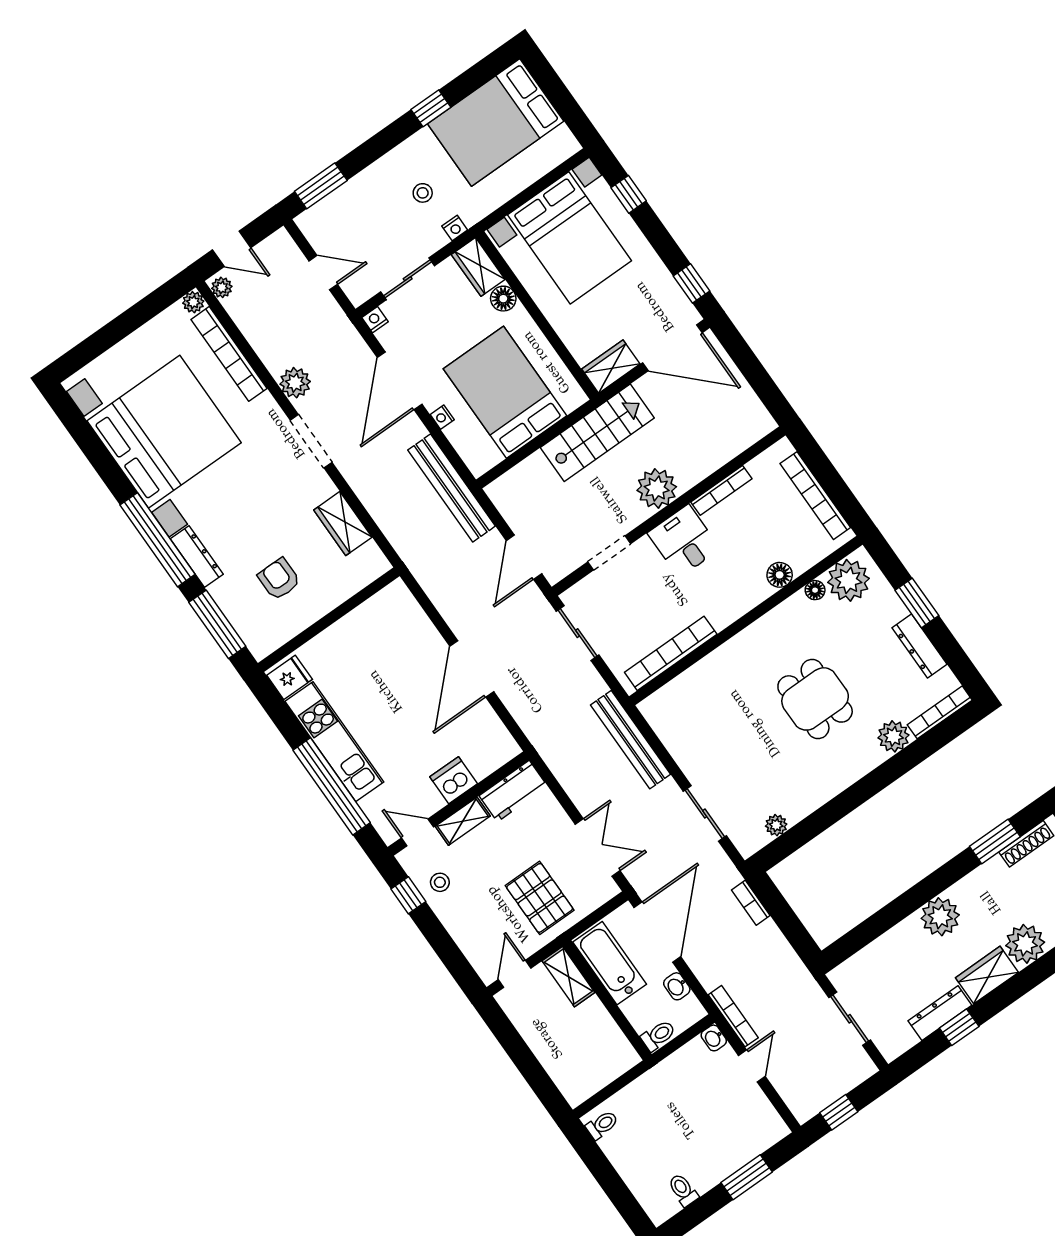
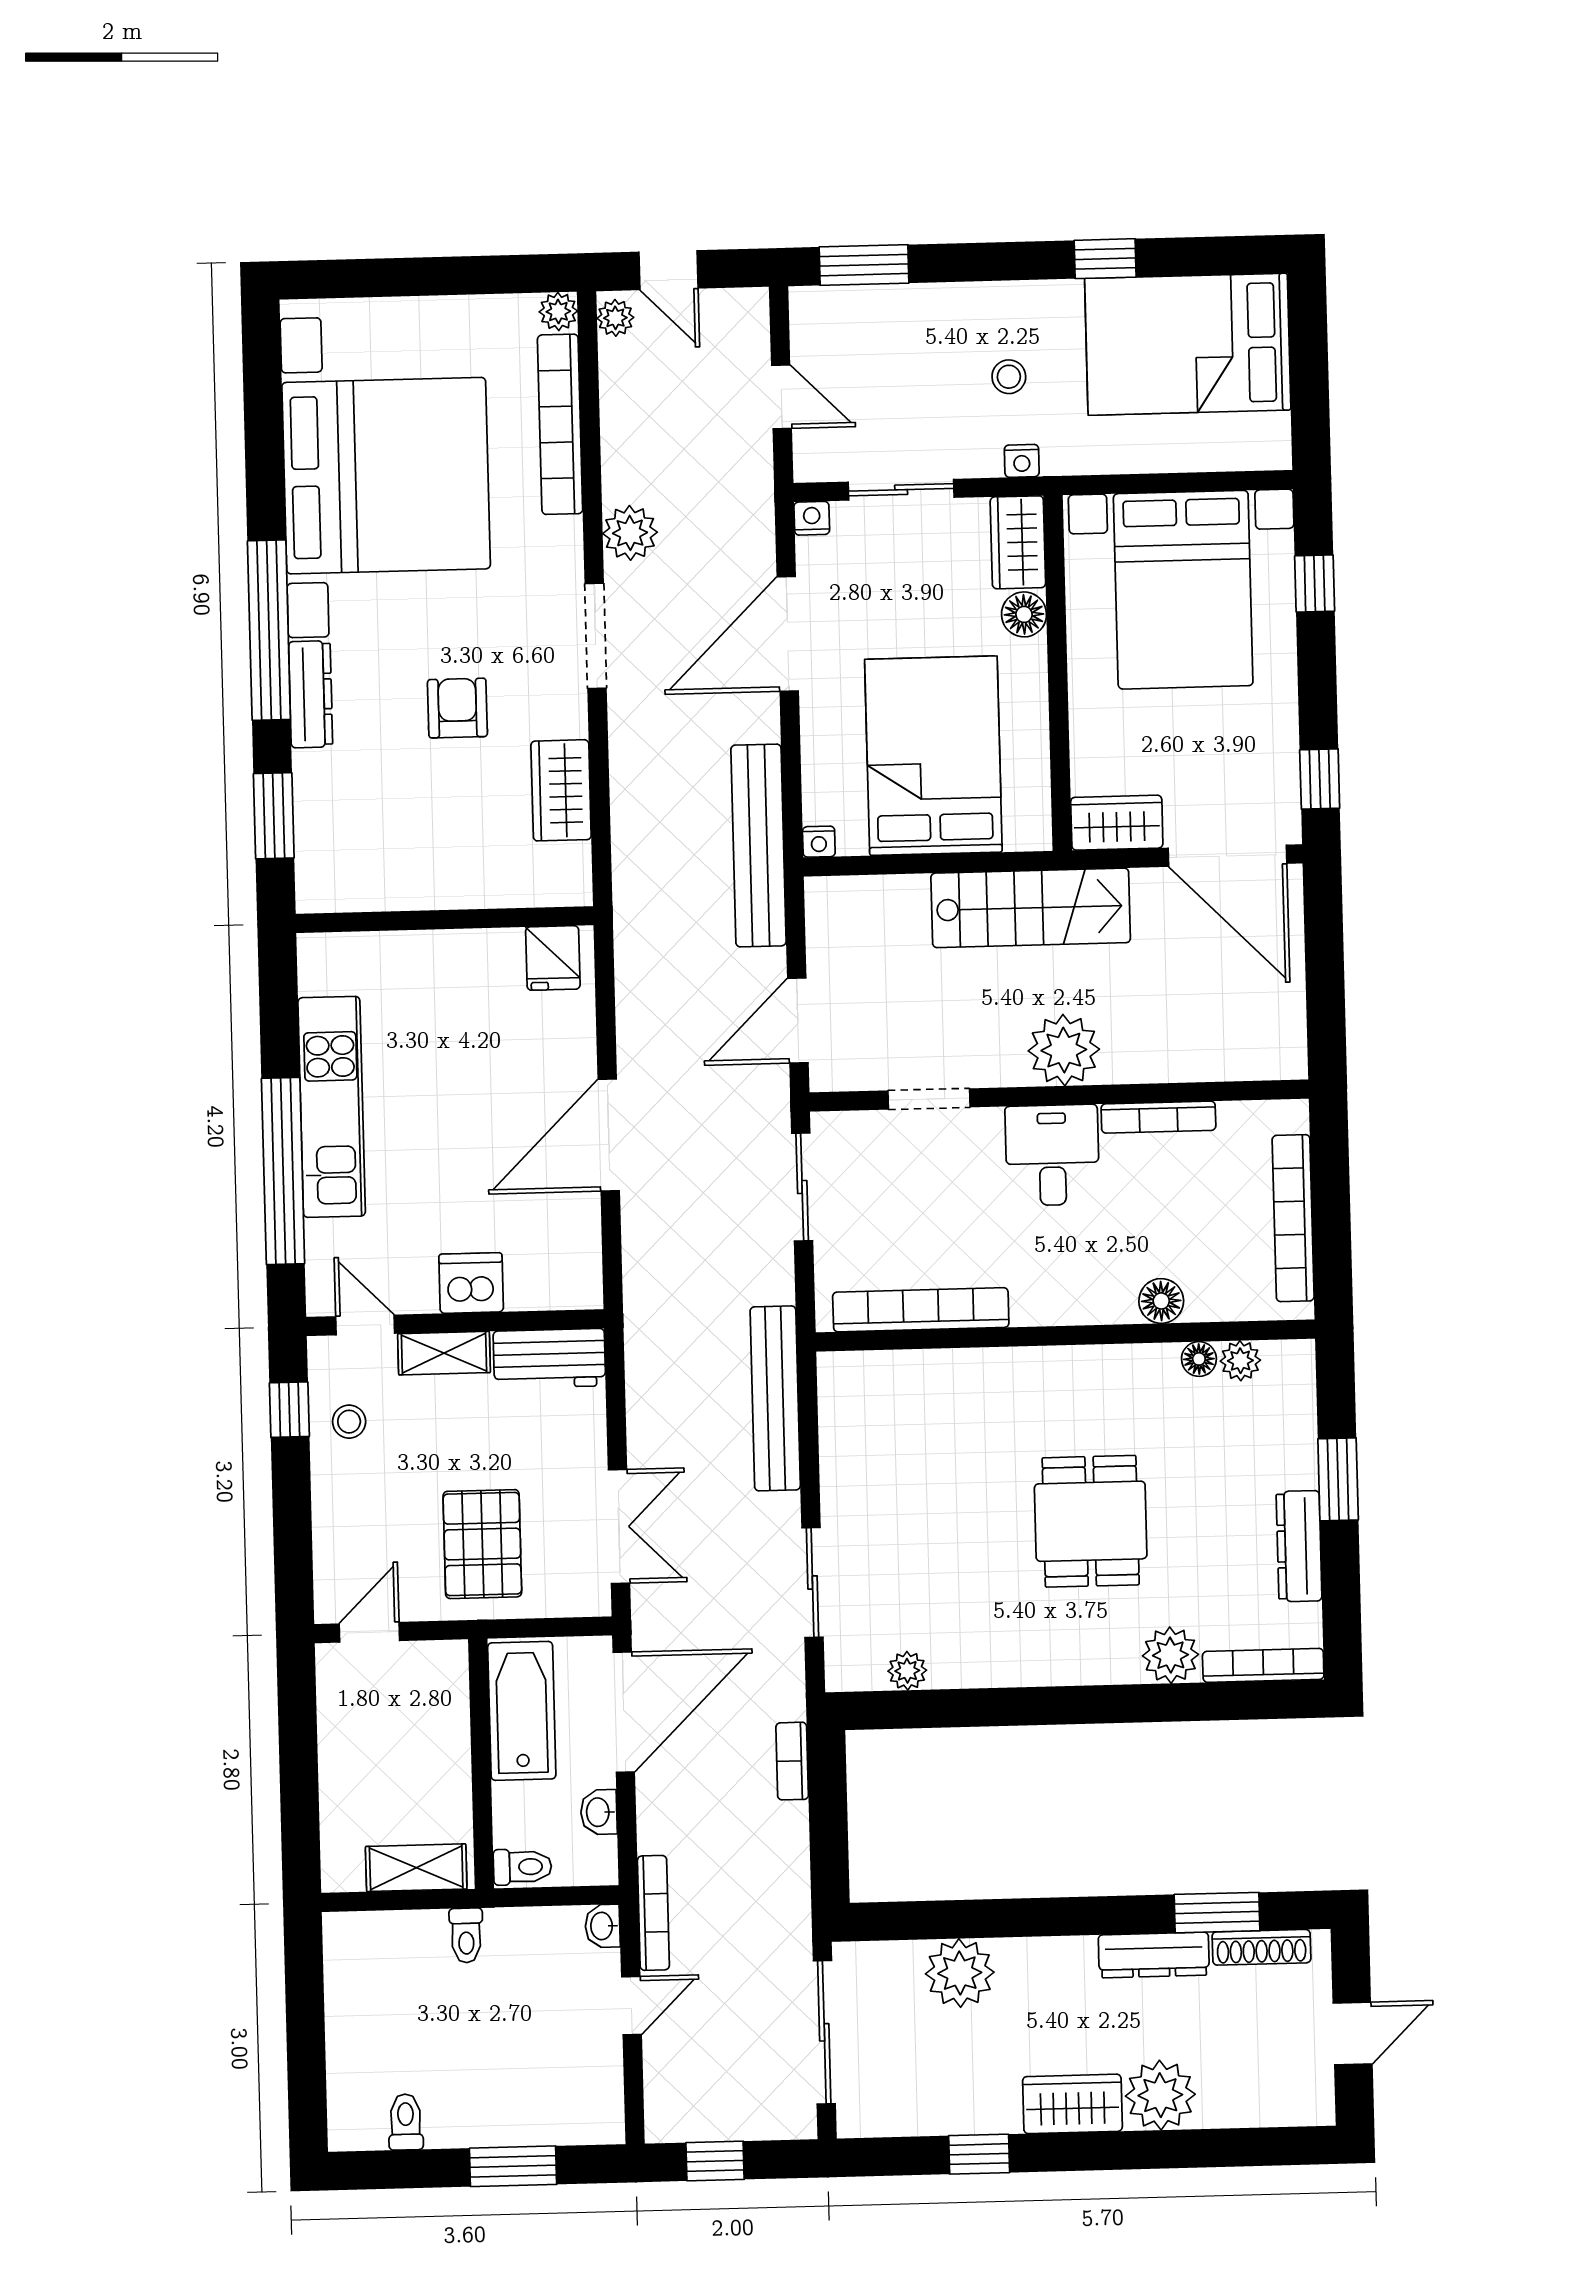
nightstand: (442, 417) -> (819, 842), moved, turned -90
armchair: (279, 579) -> (457, 708), moved
plant: (849, 580) -> (1240, 1361), width x0.53, depth x0.53
window: (217, 624) -> (274, 816), width x0.69
fridge: (290, 677) -> (553, 958), moved, turned 90
plant: (940, 917) -> (960, 1973), moved
shelving: (568, 977) -> (416, 1868), moved, turned 90
dresser: (940, 1013) -> (1154, 1955), moved, turned 180
sliding door: (850, 1019) -> (824, 2032), width x1.37
toilet: (602, 1125) -> (466, 1935), moved, turned 90

